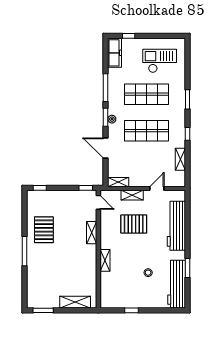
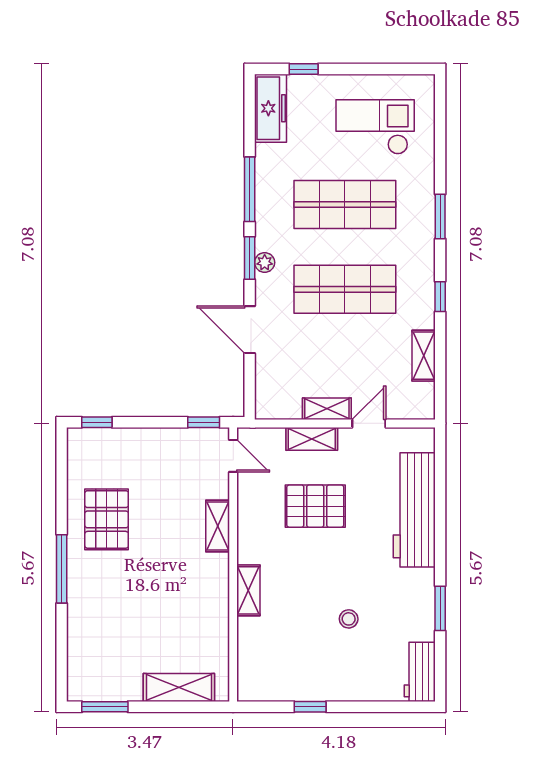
shelving: (118, 182) -> (327, 409), moved
workbench: (177, 284) -> (420, 672), width x0.53, depth x0.76

